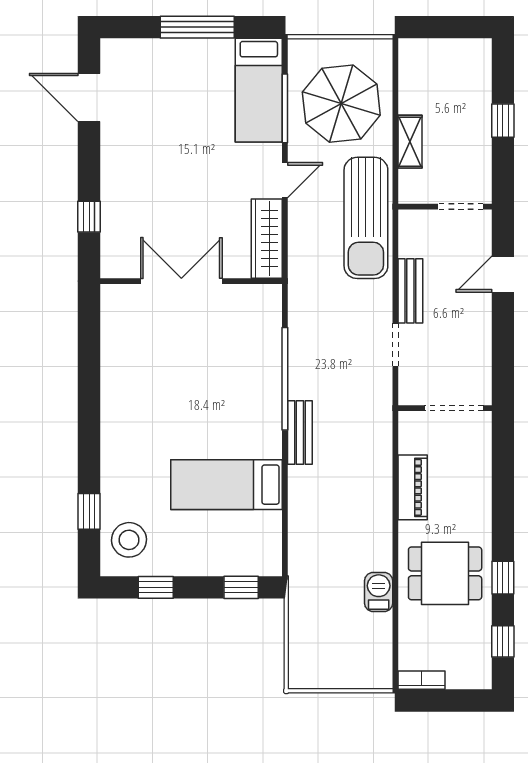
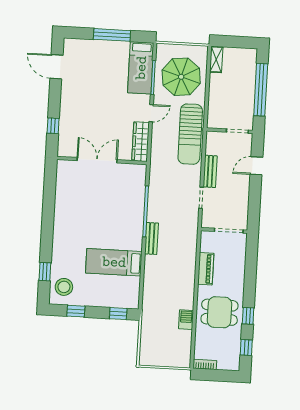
window: (503, 121) -> (261, 90), width x3.17
shelving: (410, 142) -> (216, 59), moved

